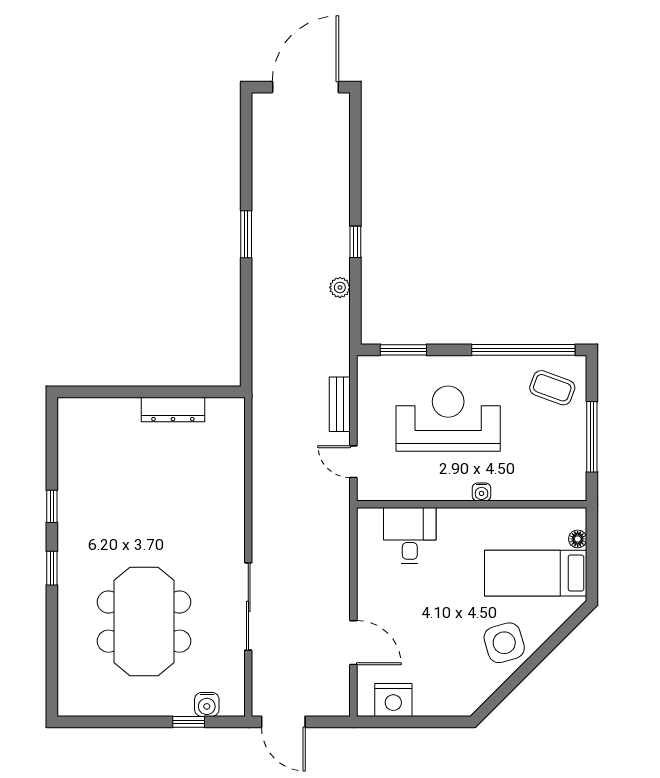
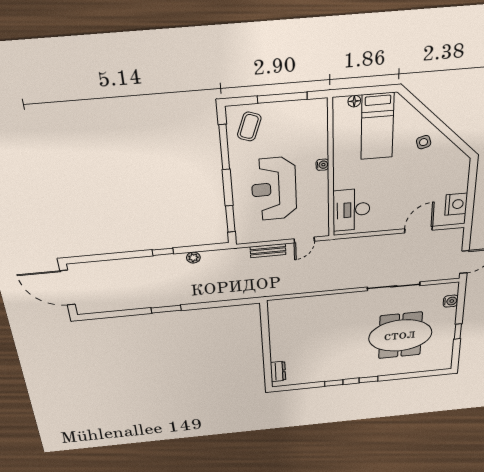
window: (523, 350) -> (224, 147), width x0.68
dresser: (173, 409) -> (278, 371), moved, width x0.70
desk: (410, 536) -> (351, 210), width x1.37
side table: (504, 643) -> (424, 142), width x0.54, depth x0.54
window: (189, 722) -> (458, 331), moved

